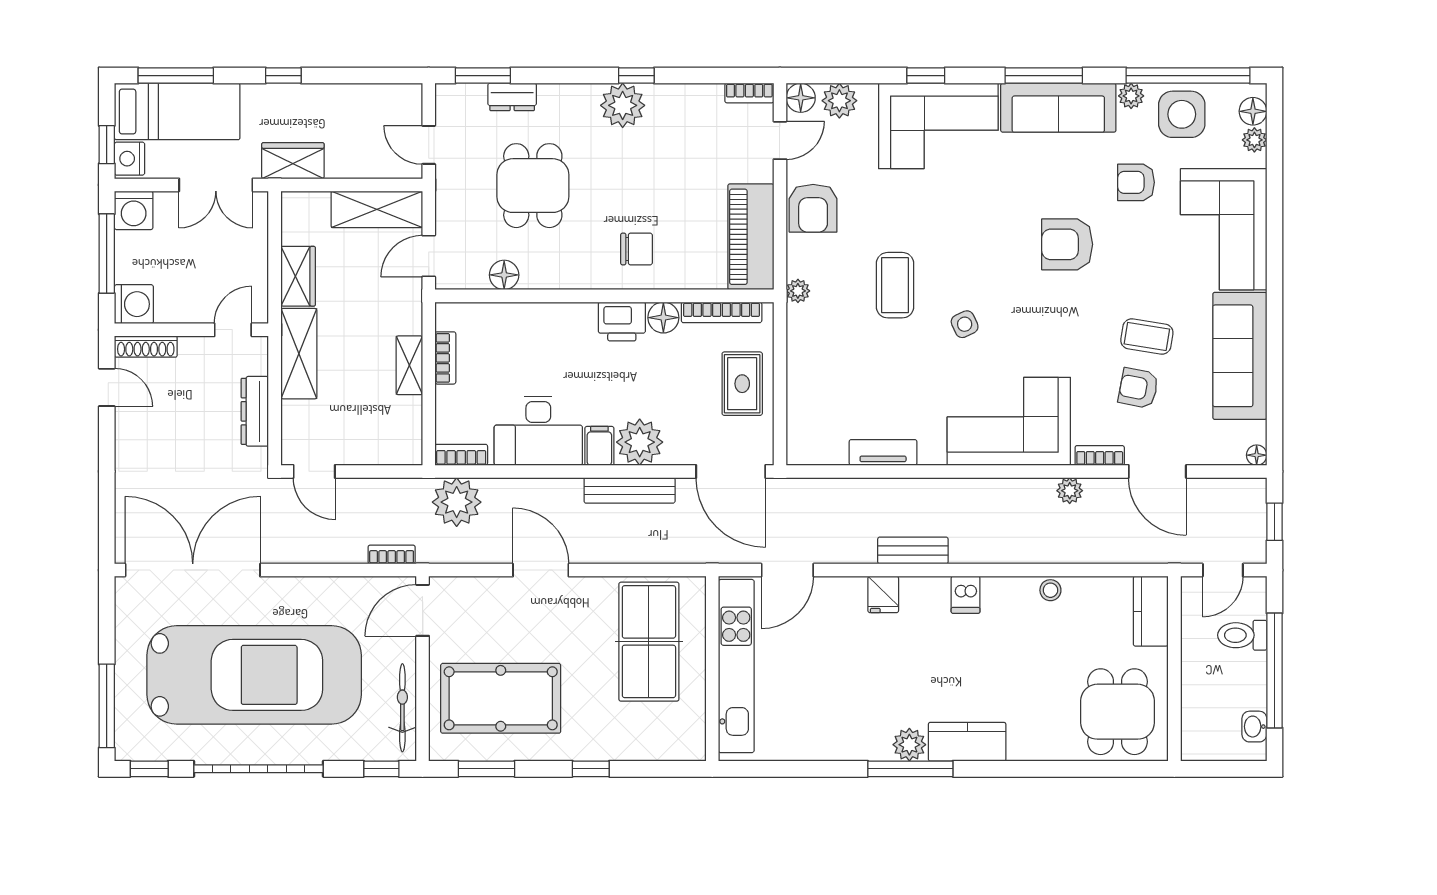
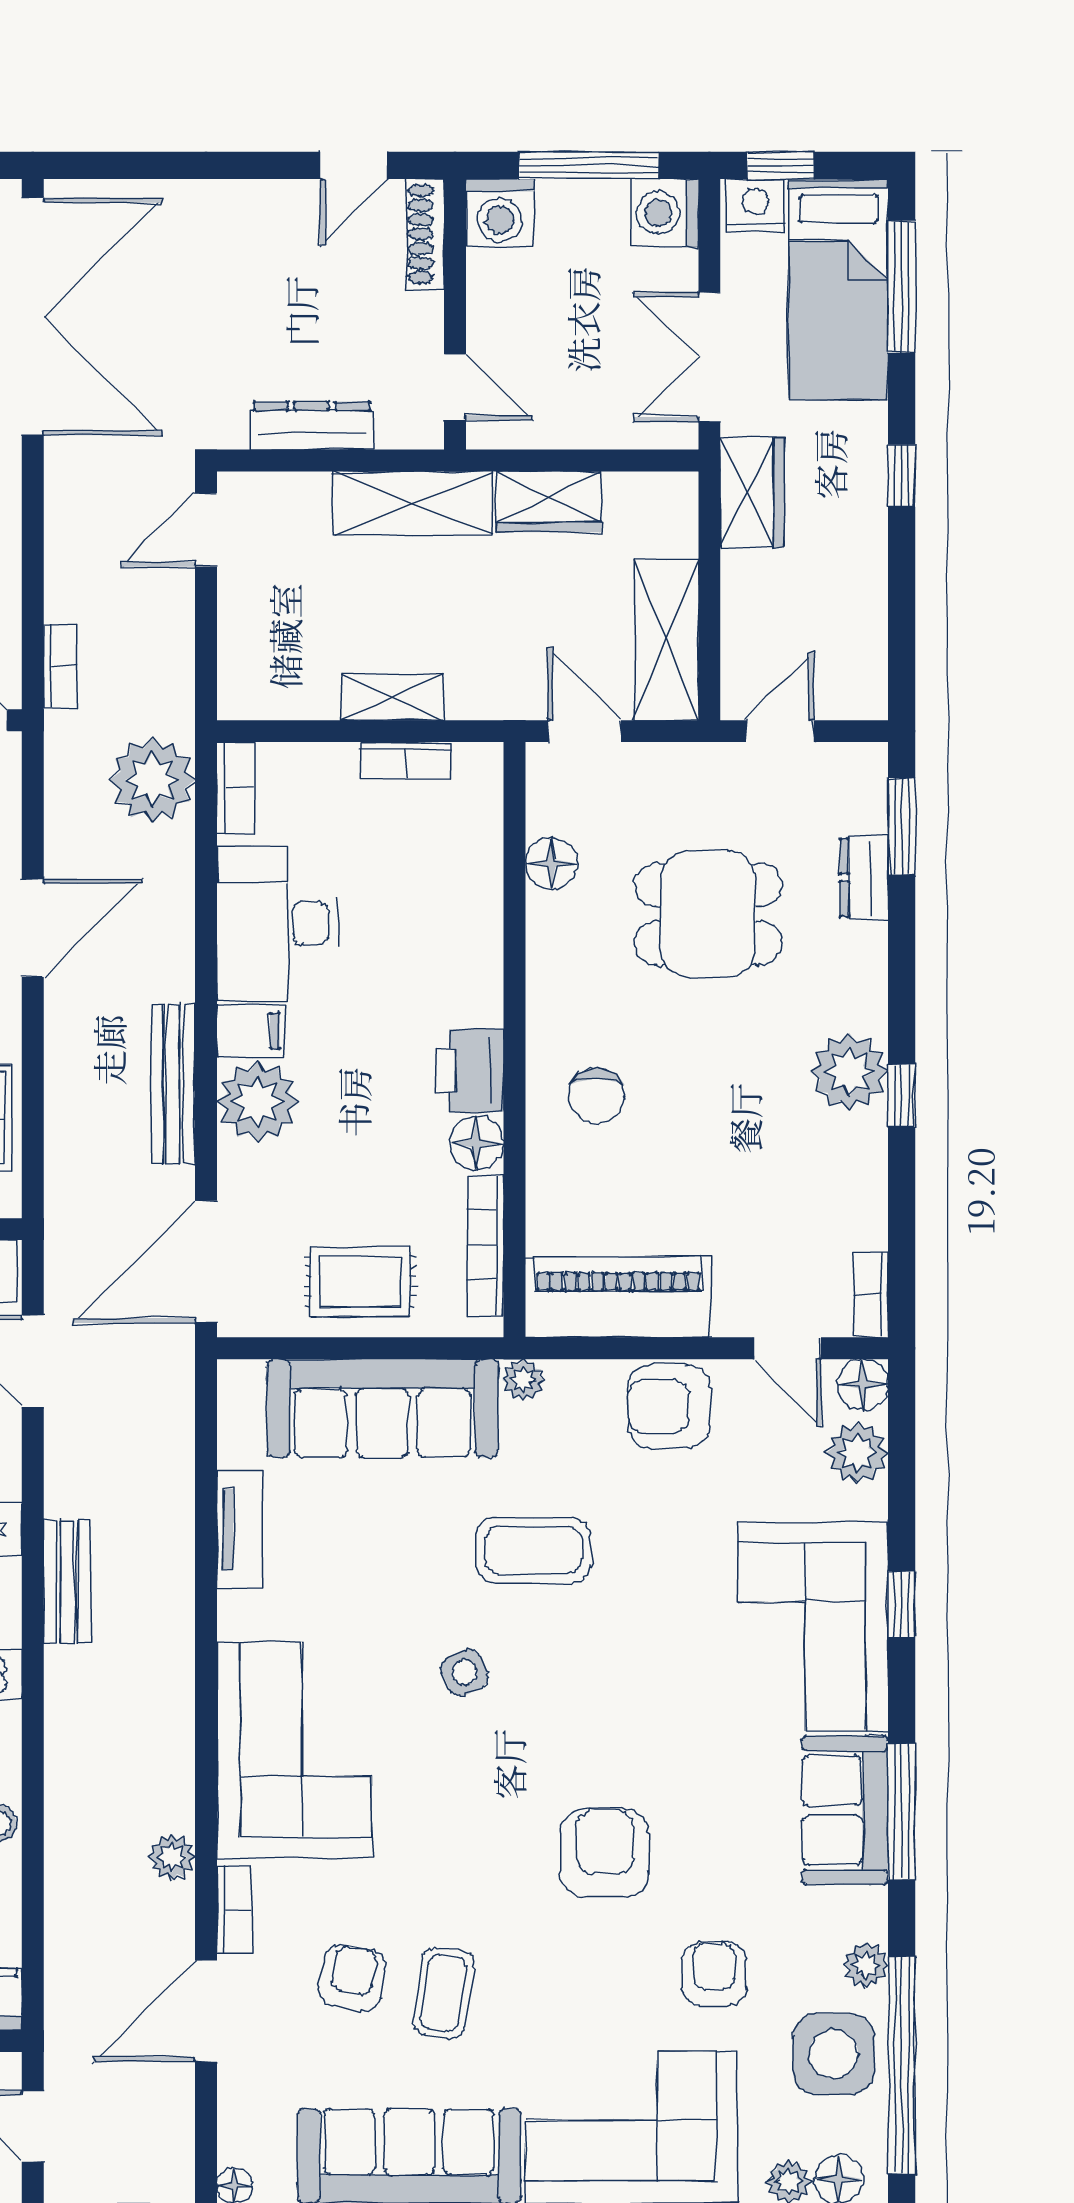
sofa: (1058, 108) -> (845, 1810), width x0.73
sofa: (814, 371) -> (383, 1408), added

